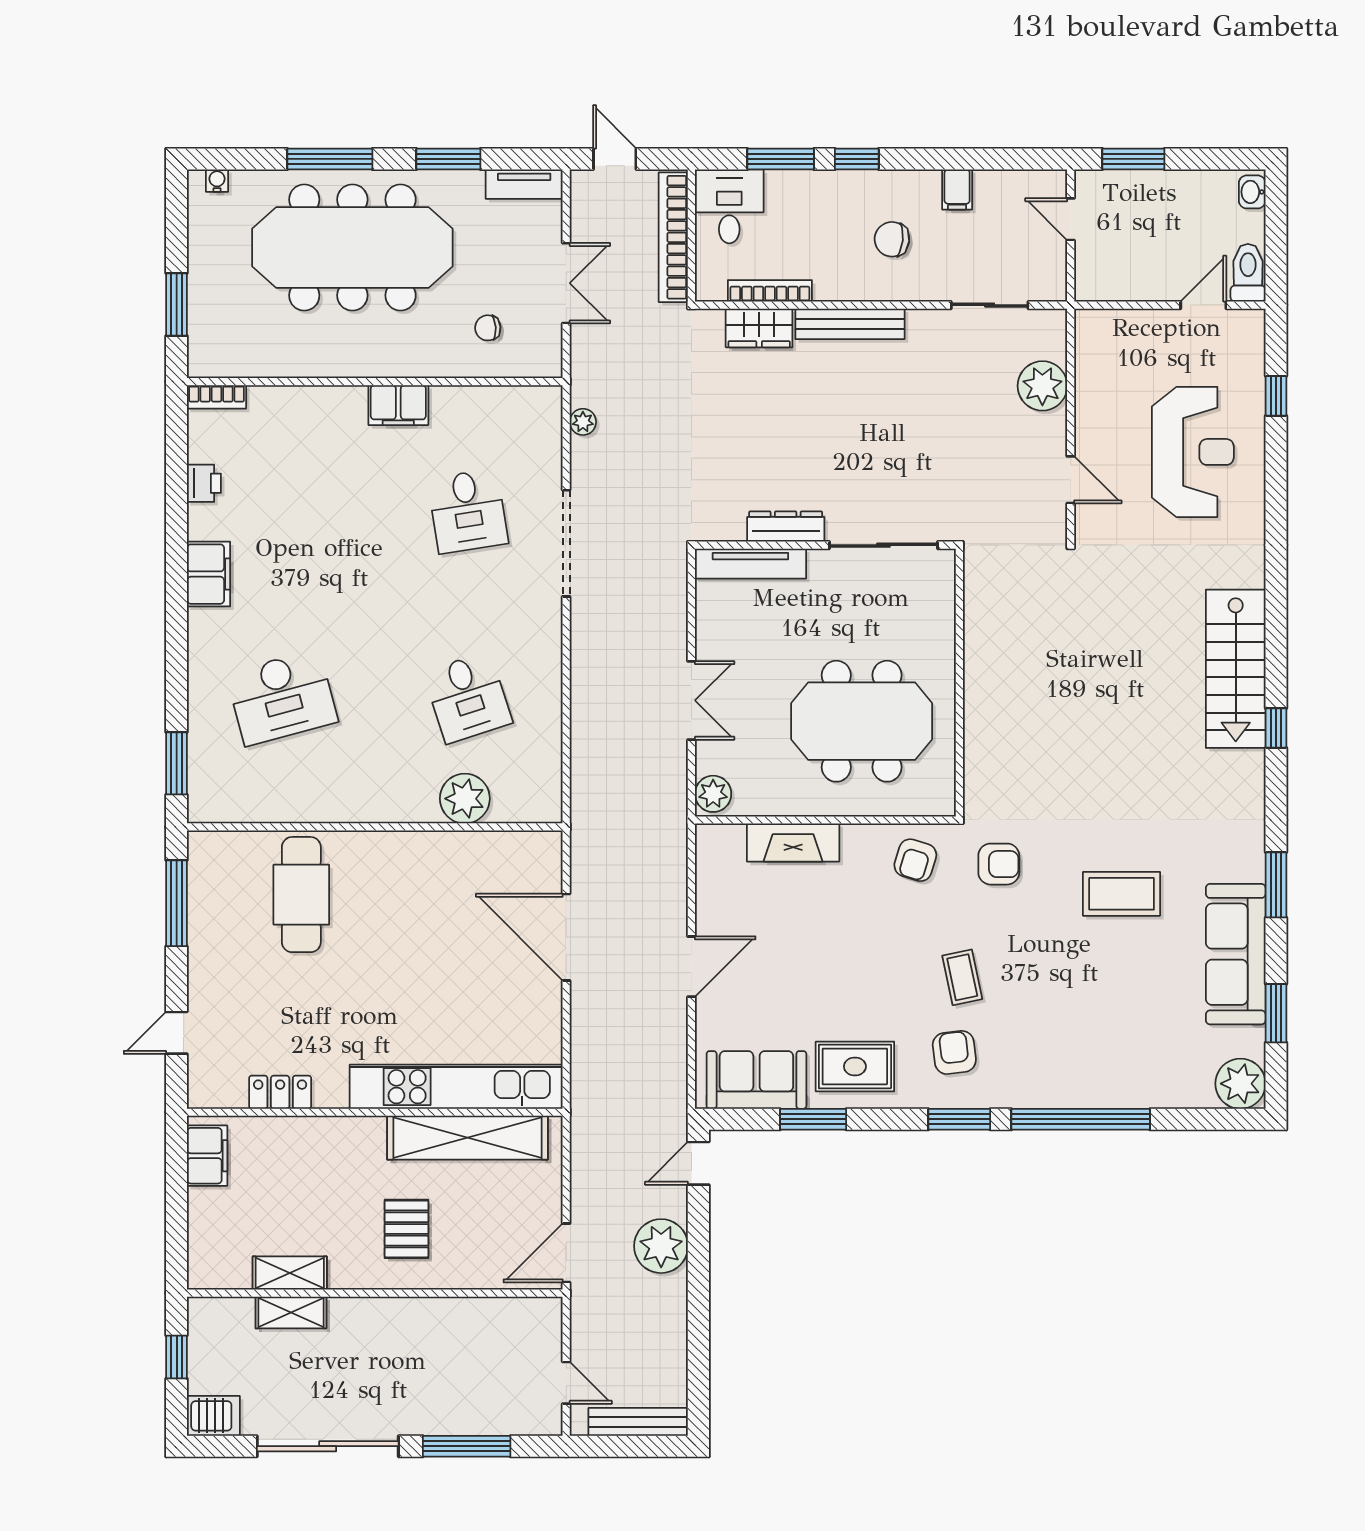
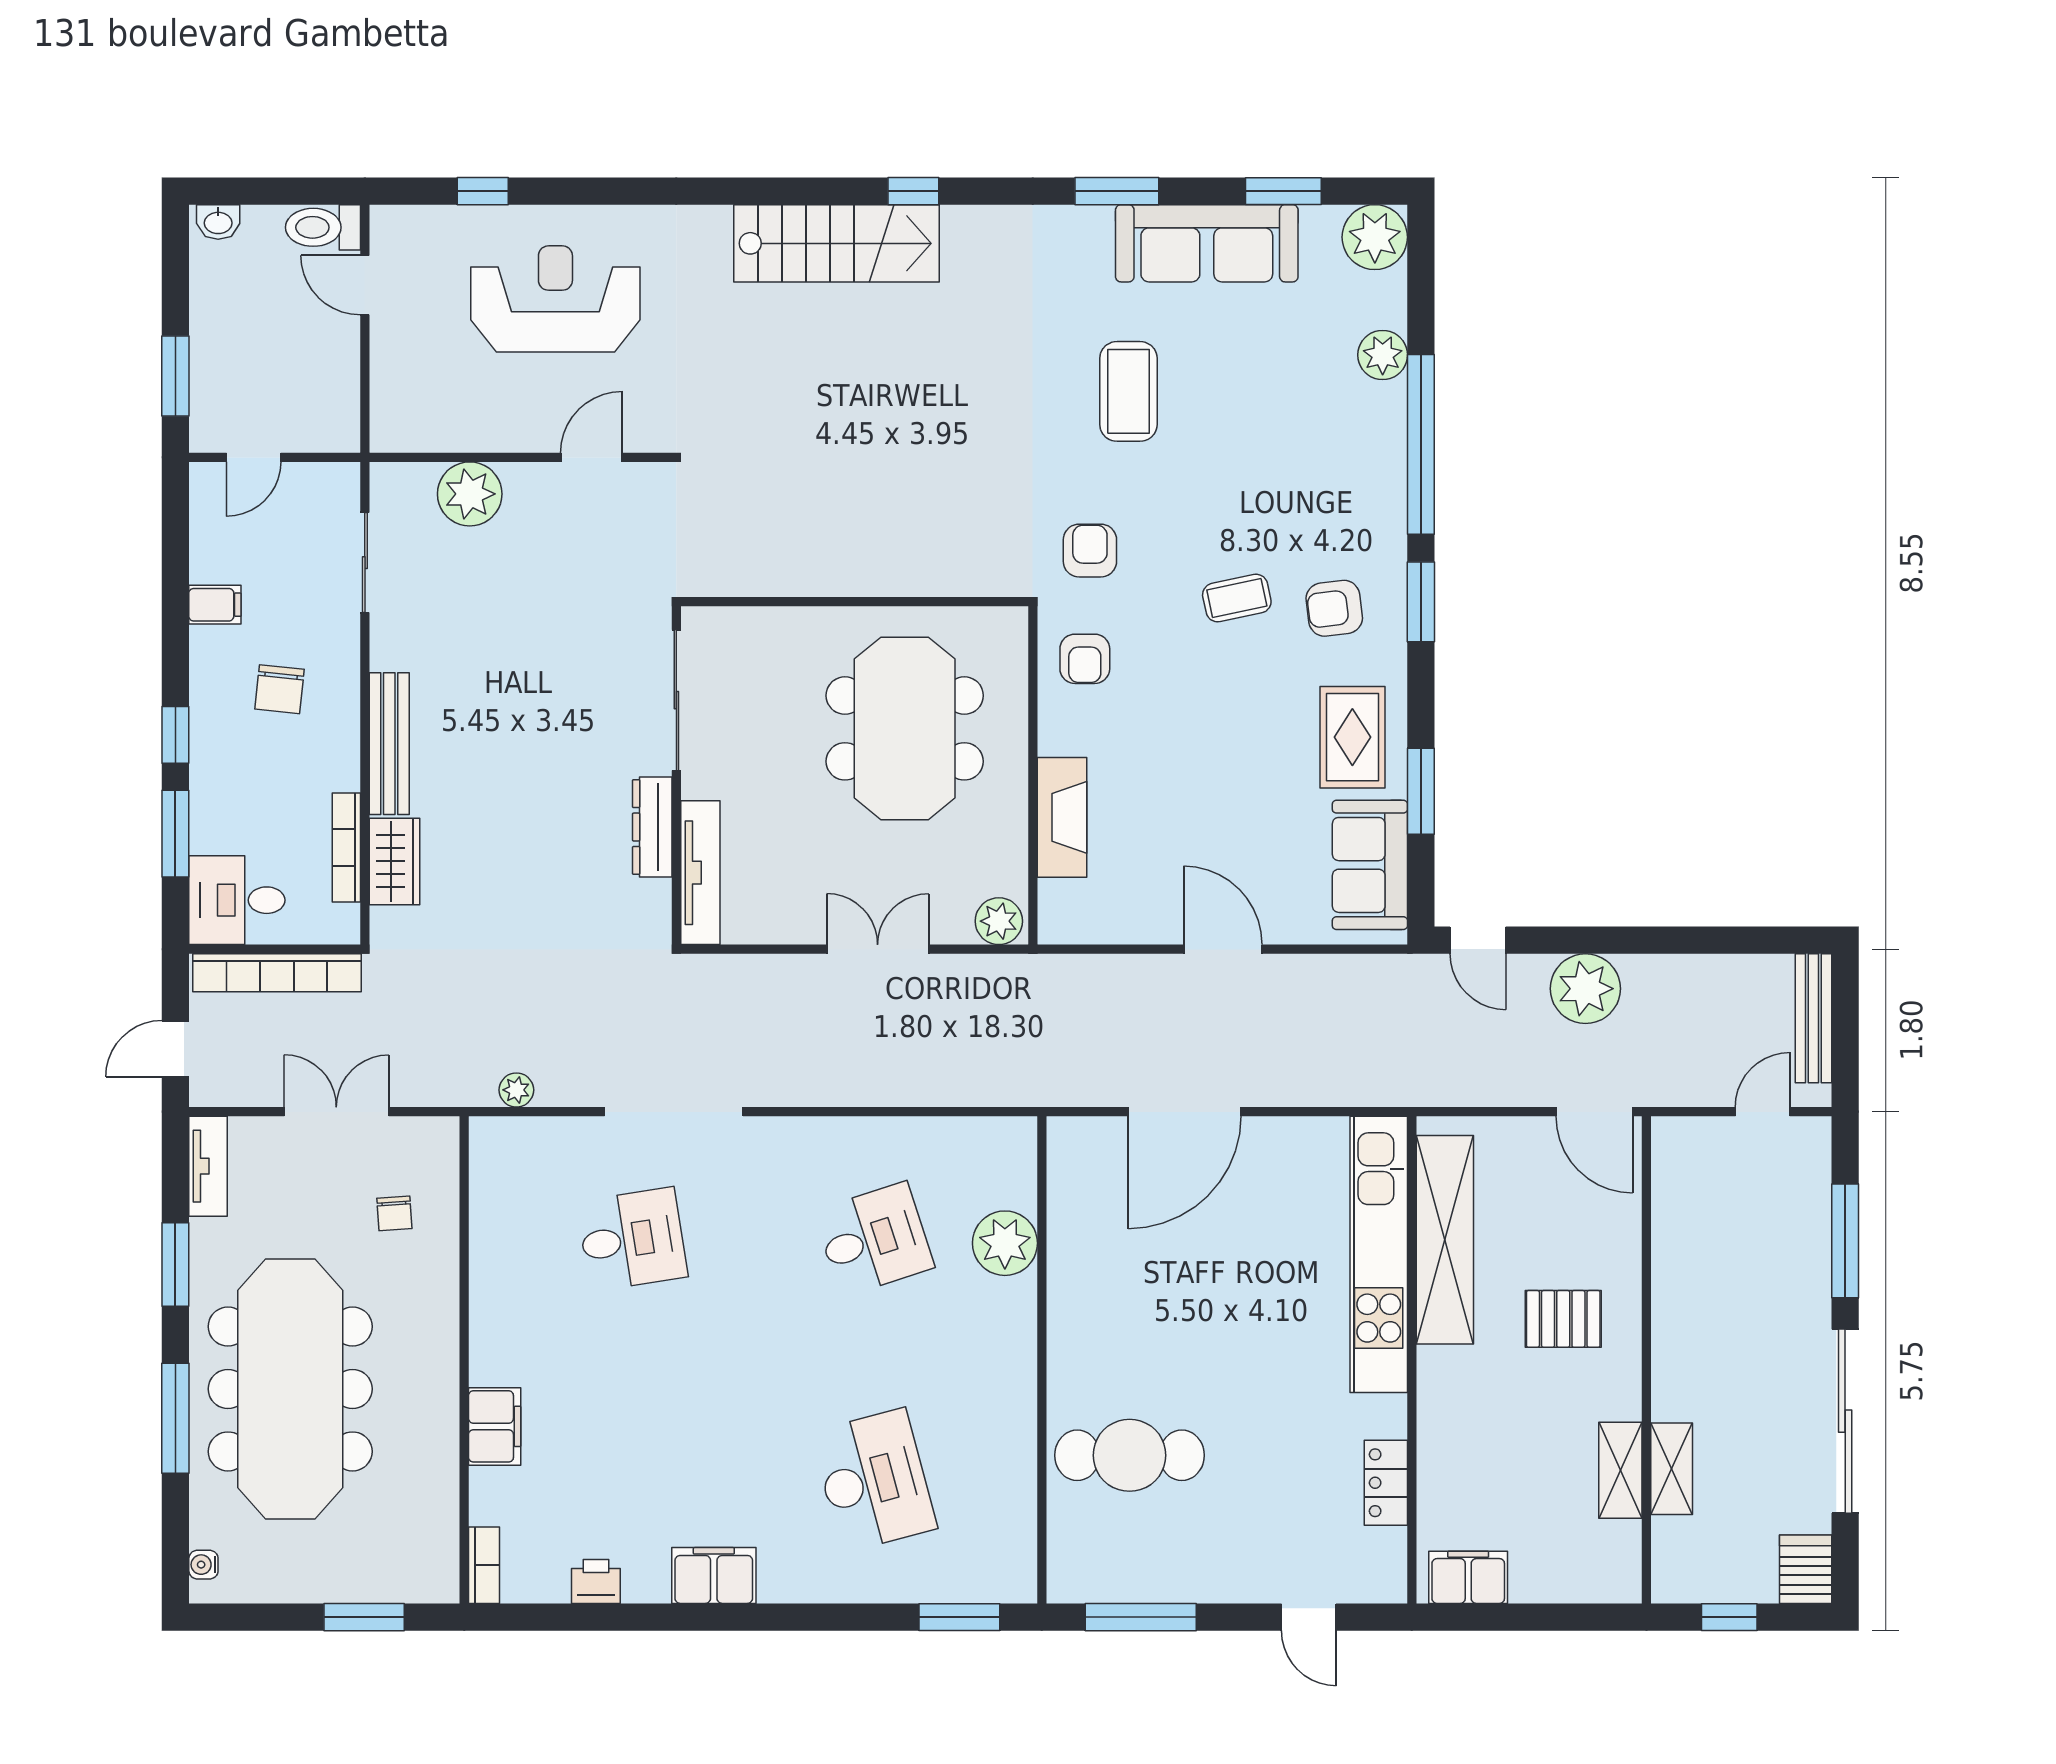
filing cabinet: (398, 405) -> (495, 1426), moved
armchair: (915, 860) -> (1085, 659), turned 73
plant: (1150, 1090) -> (1383, 355), added

